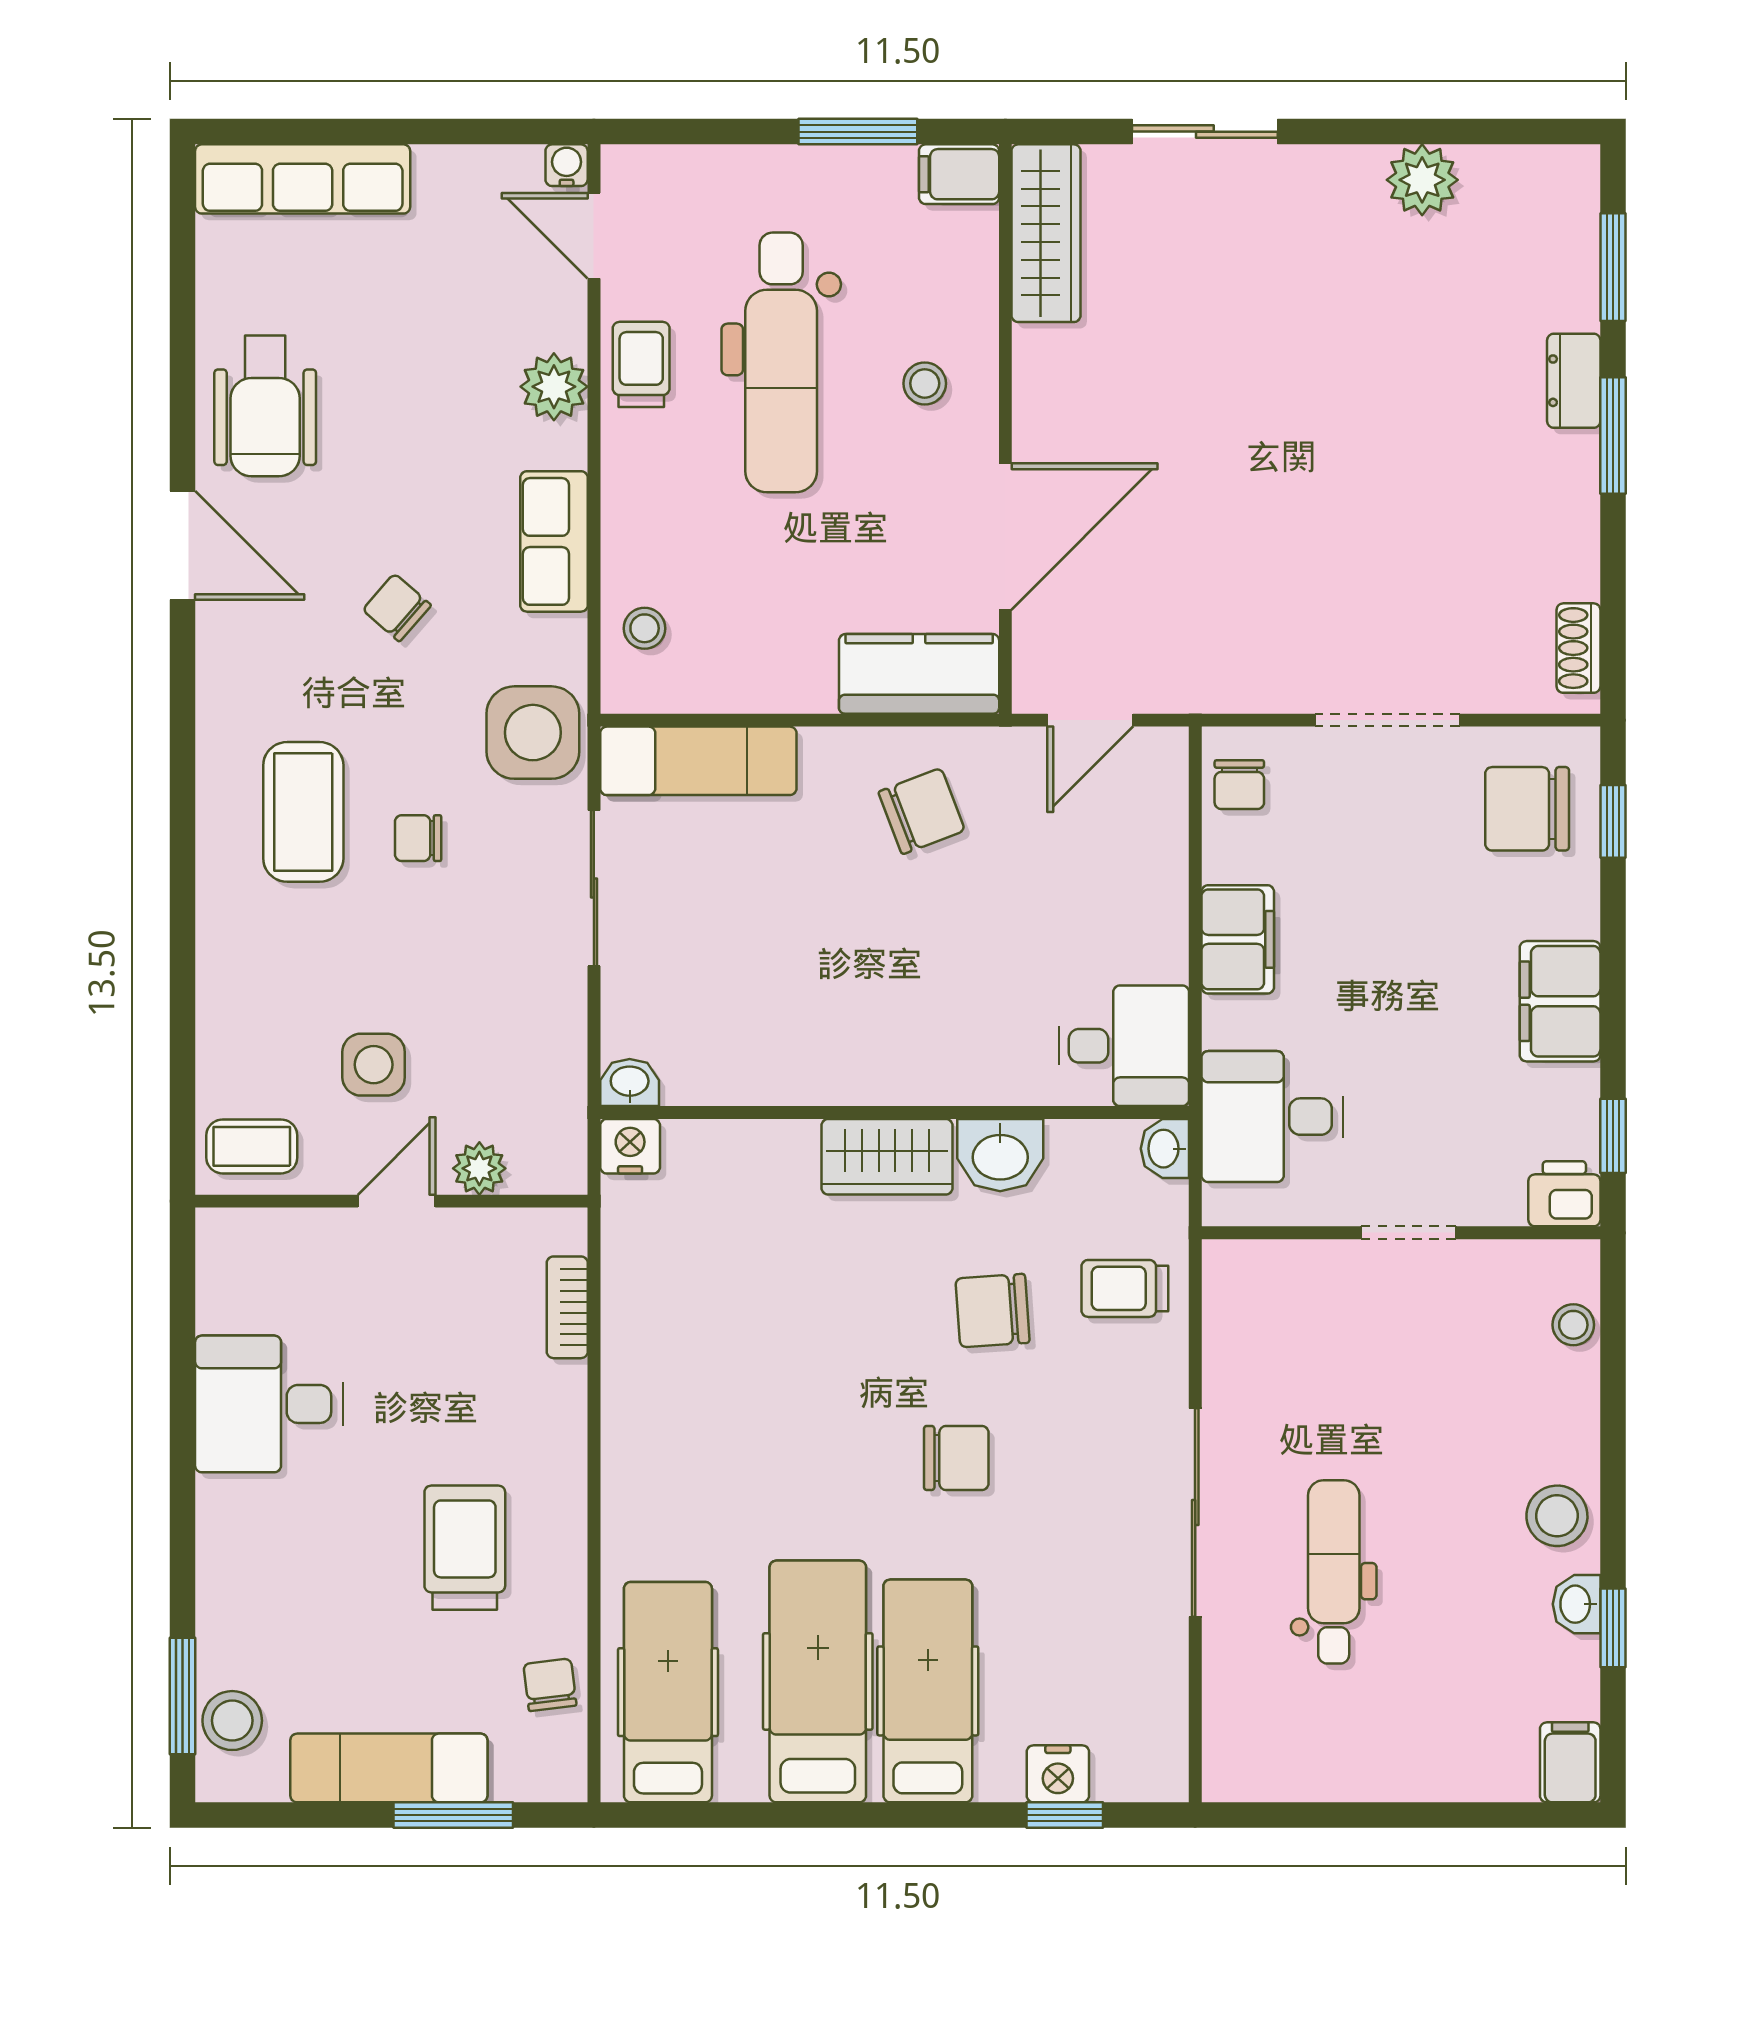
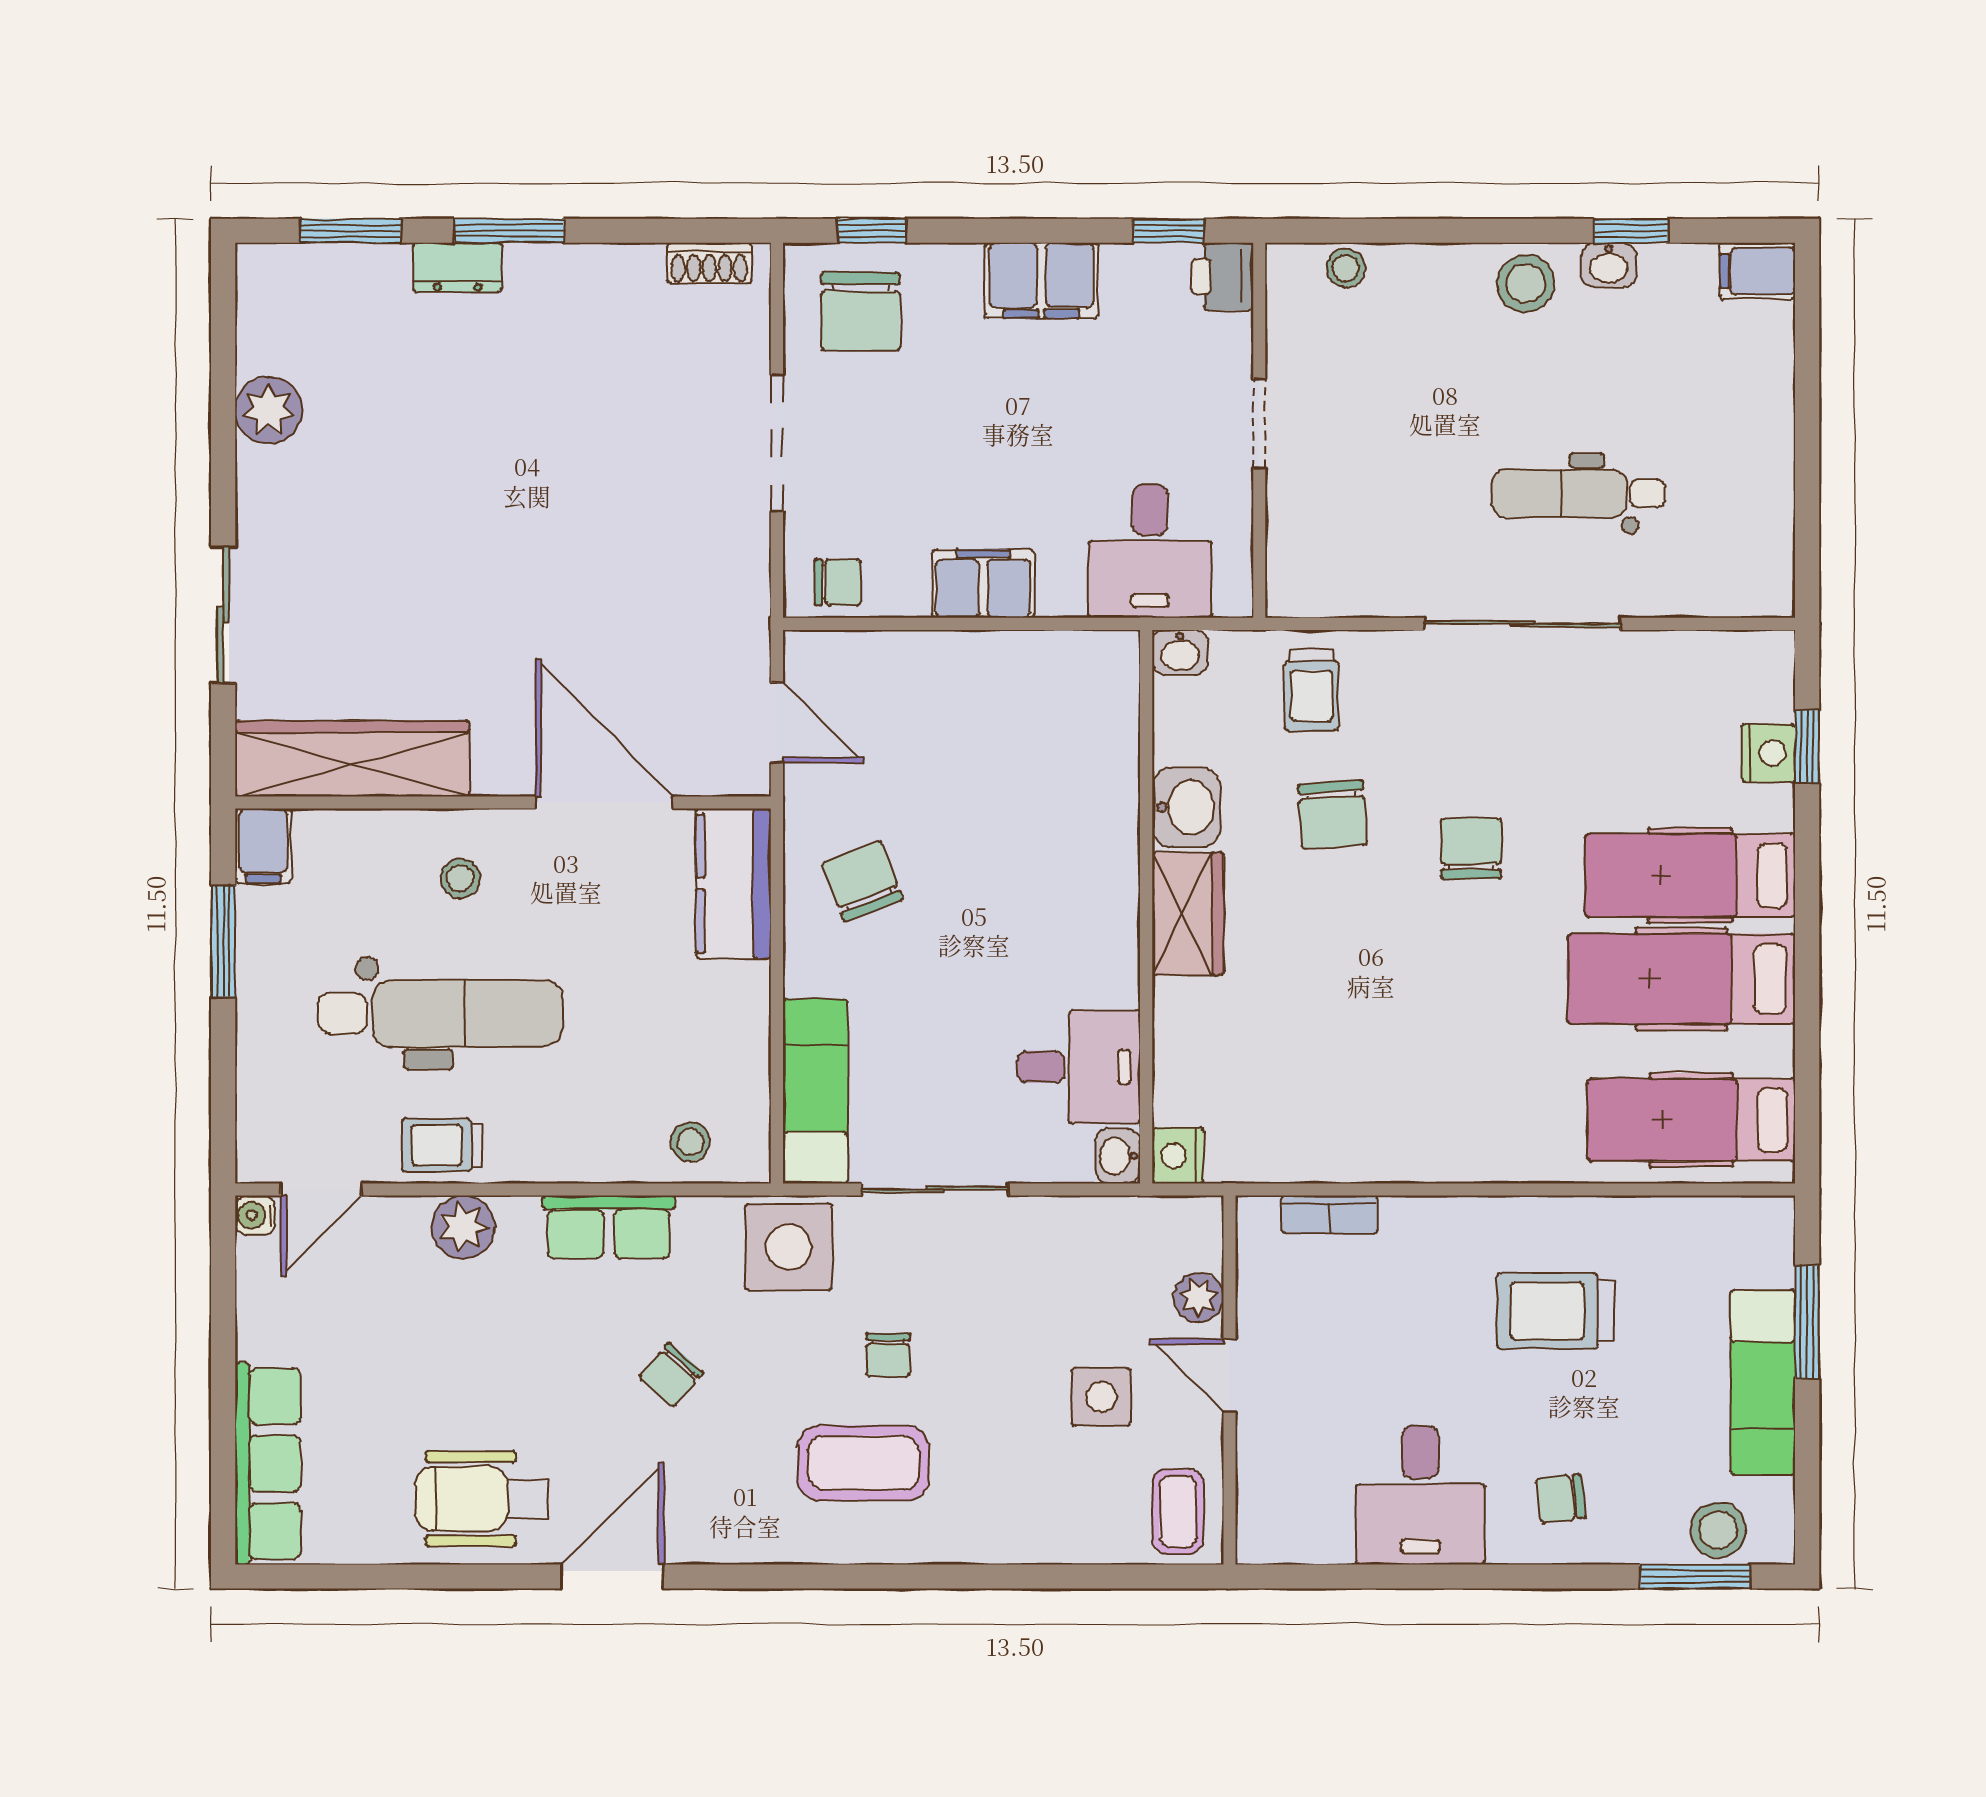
wardrobe: (1046, 233) -> (352, 759), width x1.40, depth x1.17
wheelchair: (265, 406) -> (481, 1499), turned 180
desk: (1124, 1046) -> (1079, 1067), moved, turned 90
chair: (550, 1685) -> (1561, 1499), moved

